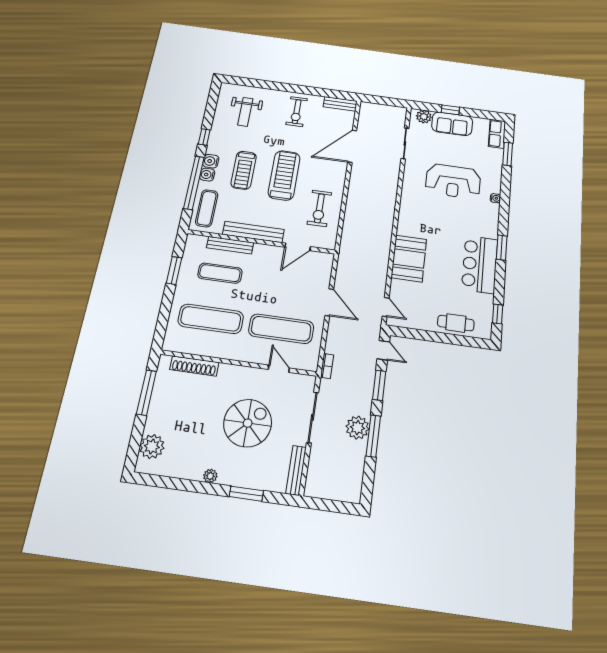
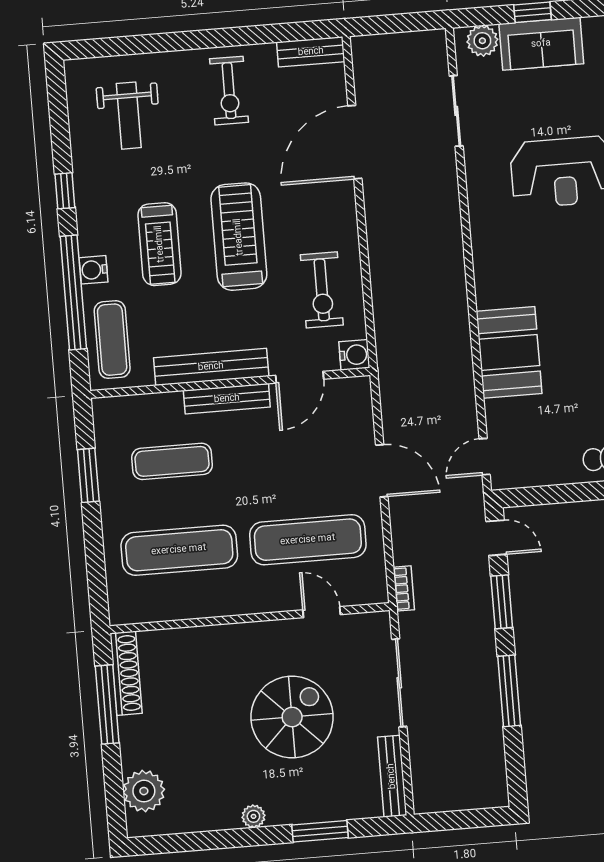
water cooler: (211, 161) -> (354, 355), moved, turned 180
bench: (230, 245) -> (227, 399), moved
door: (386, 307) -> (485, 457), swing flipped
shoe rack: (194, 366) -> (126, 673), moved, turned -90
plant: (357, 428) -> (479, 683), removed

